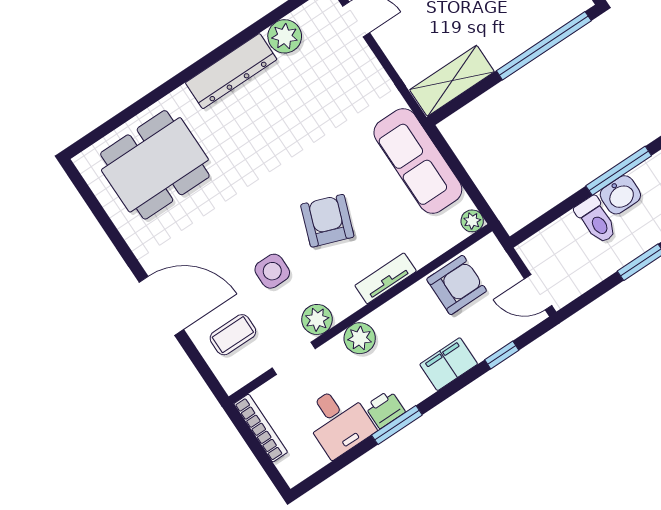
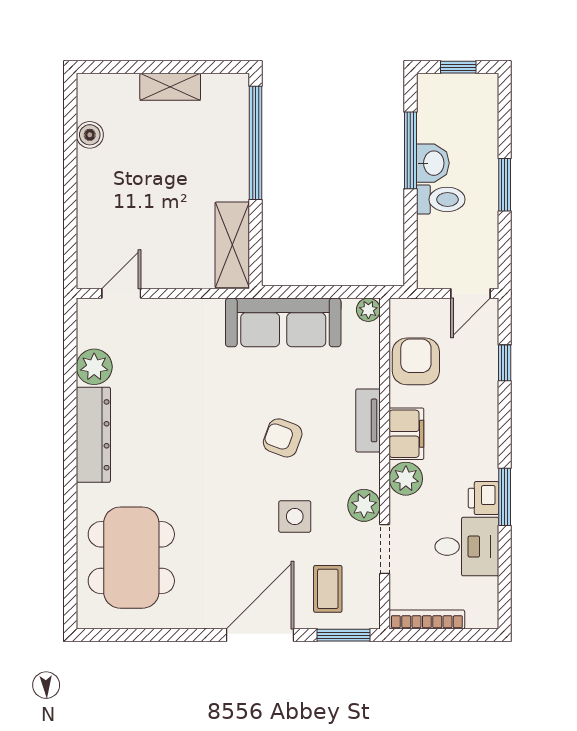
armchair: (327, 221) -> (283, 438), width x0.72, depth x0.72
filing cabinet: (449, 364) -> (406, 434), moved, turned 180
window: (205, 371) -> (343, 635), added

